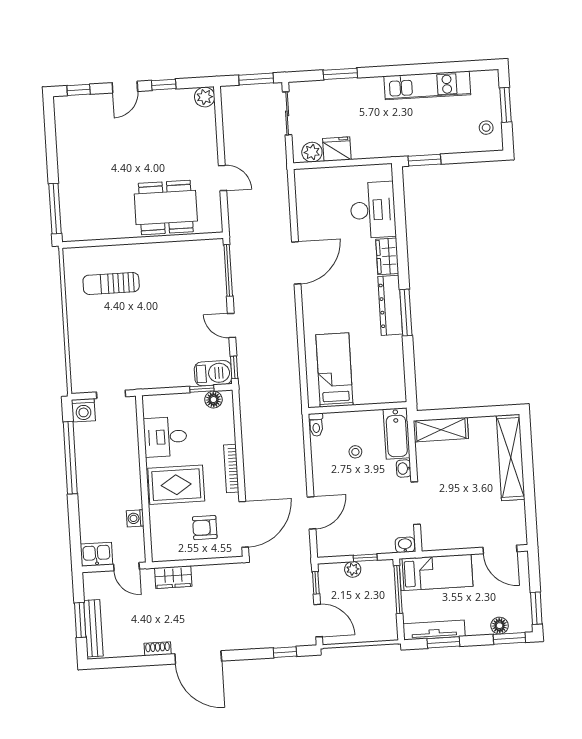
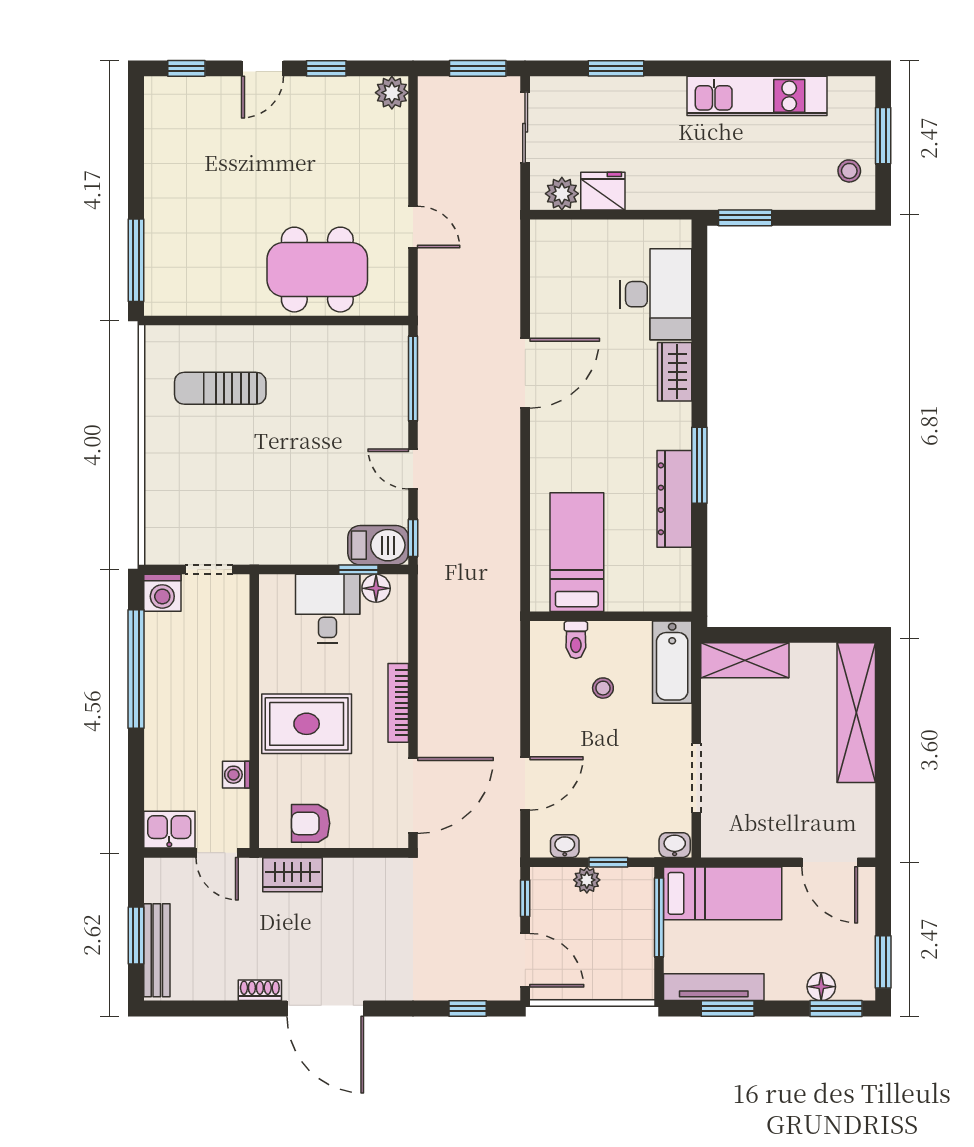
dresser: (390, 305) -> (674, 499), moved
toilet: (316, 425) -> (576, 640), moved
desk: (165, 437) -> (328, 609), moved, turned 90
washbasin: (404, 469) -> (565, 846), moved, turned 90
armchair: (205, 528) -> (311, 823), moved

